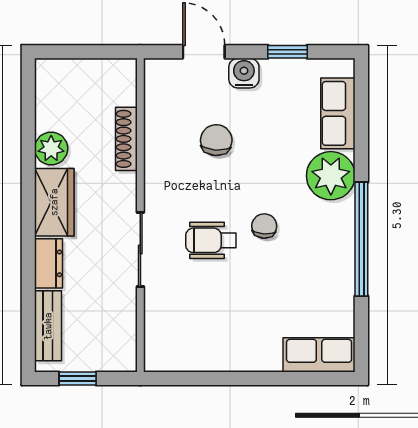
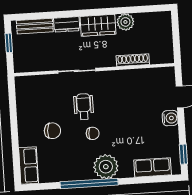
window: (288, 52) -> (183, 154), moved
chair: (216, 140) -> (52, 131), moved
plant: (331, 176) -> (106, 167), moved

